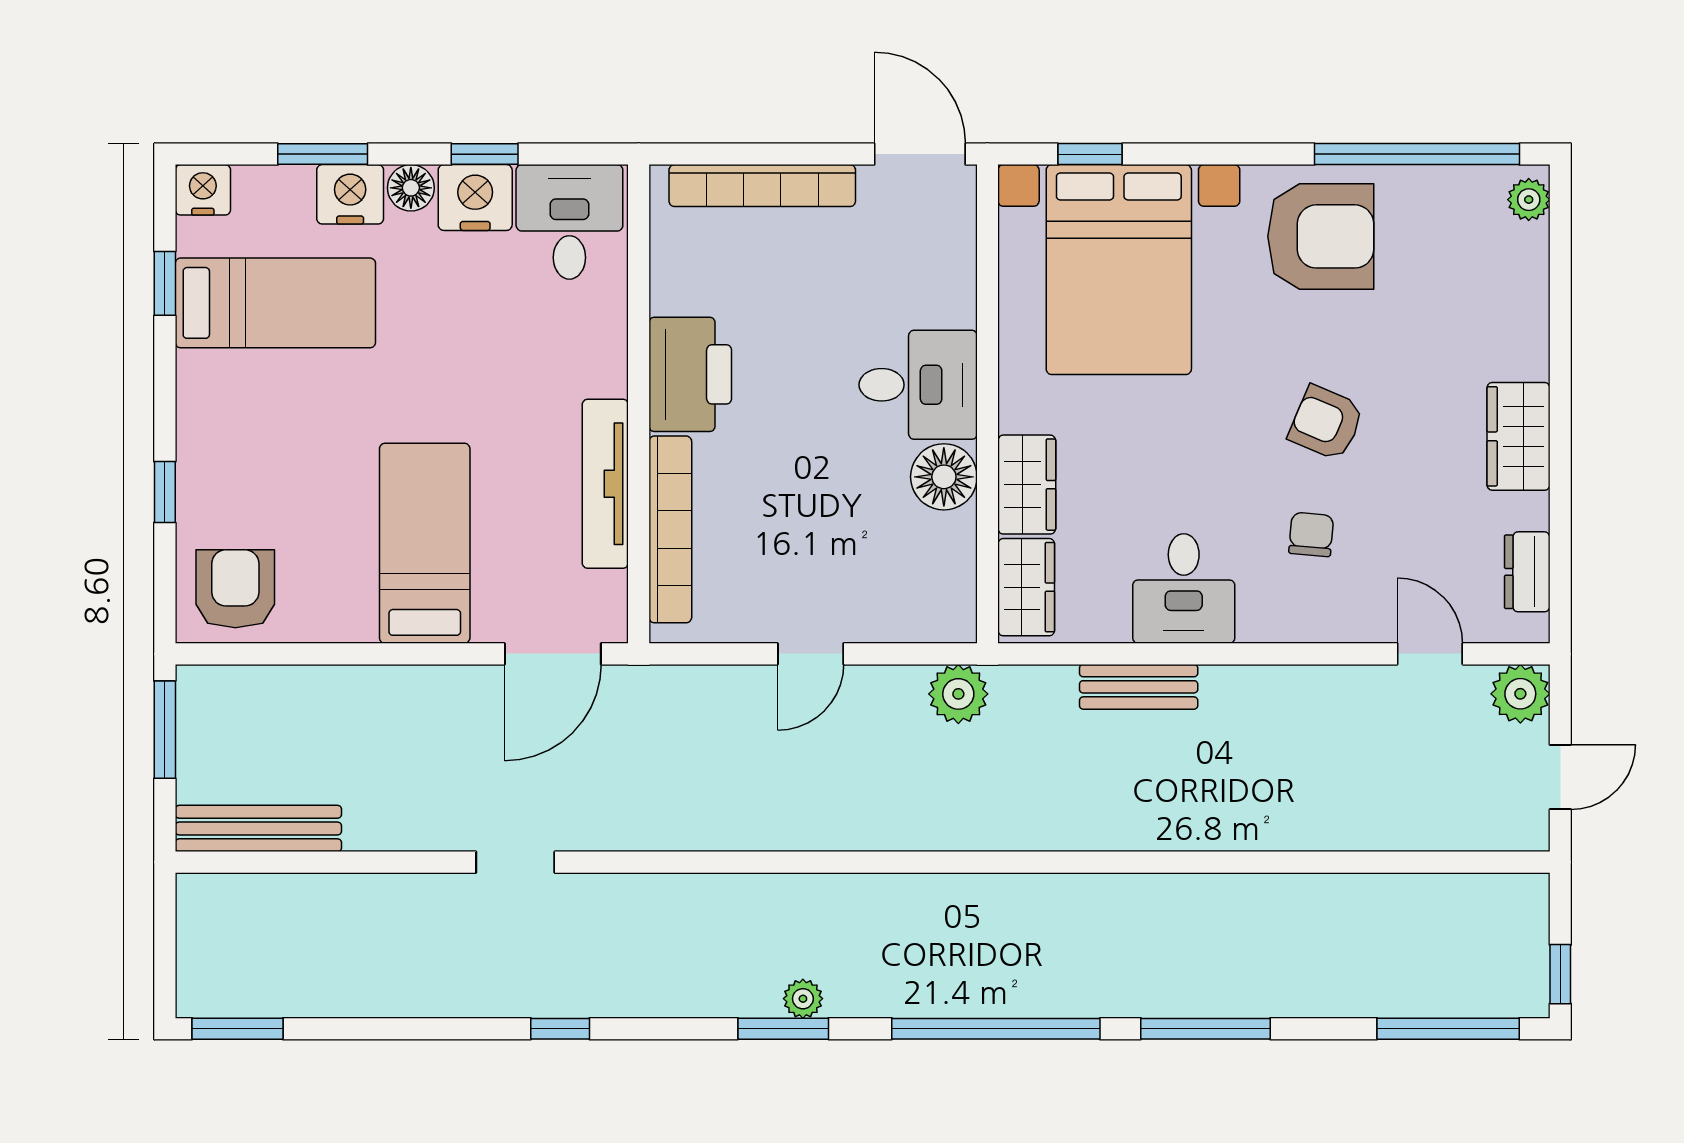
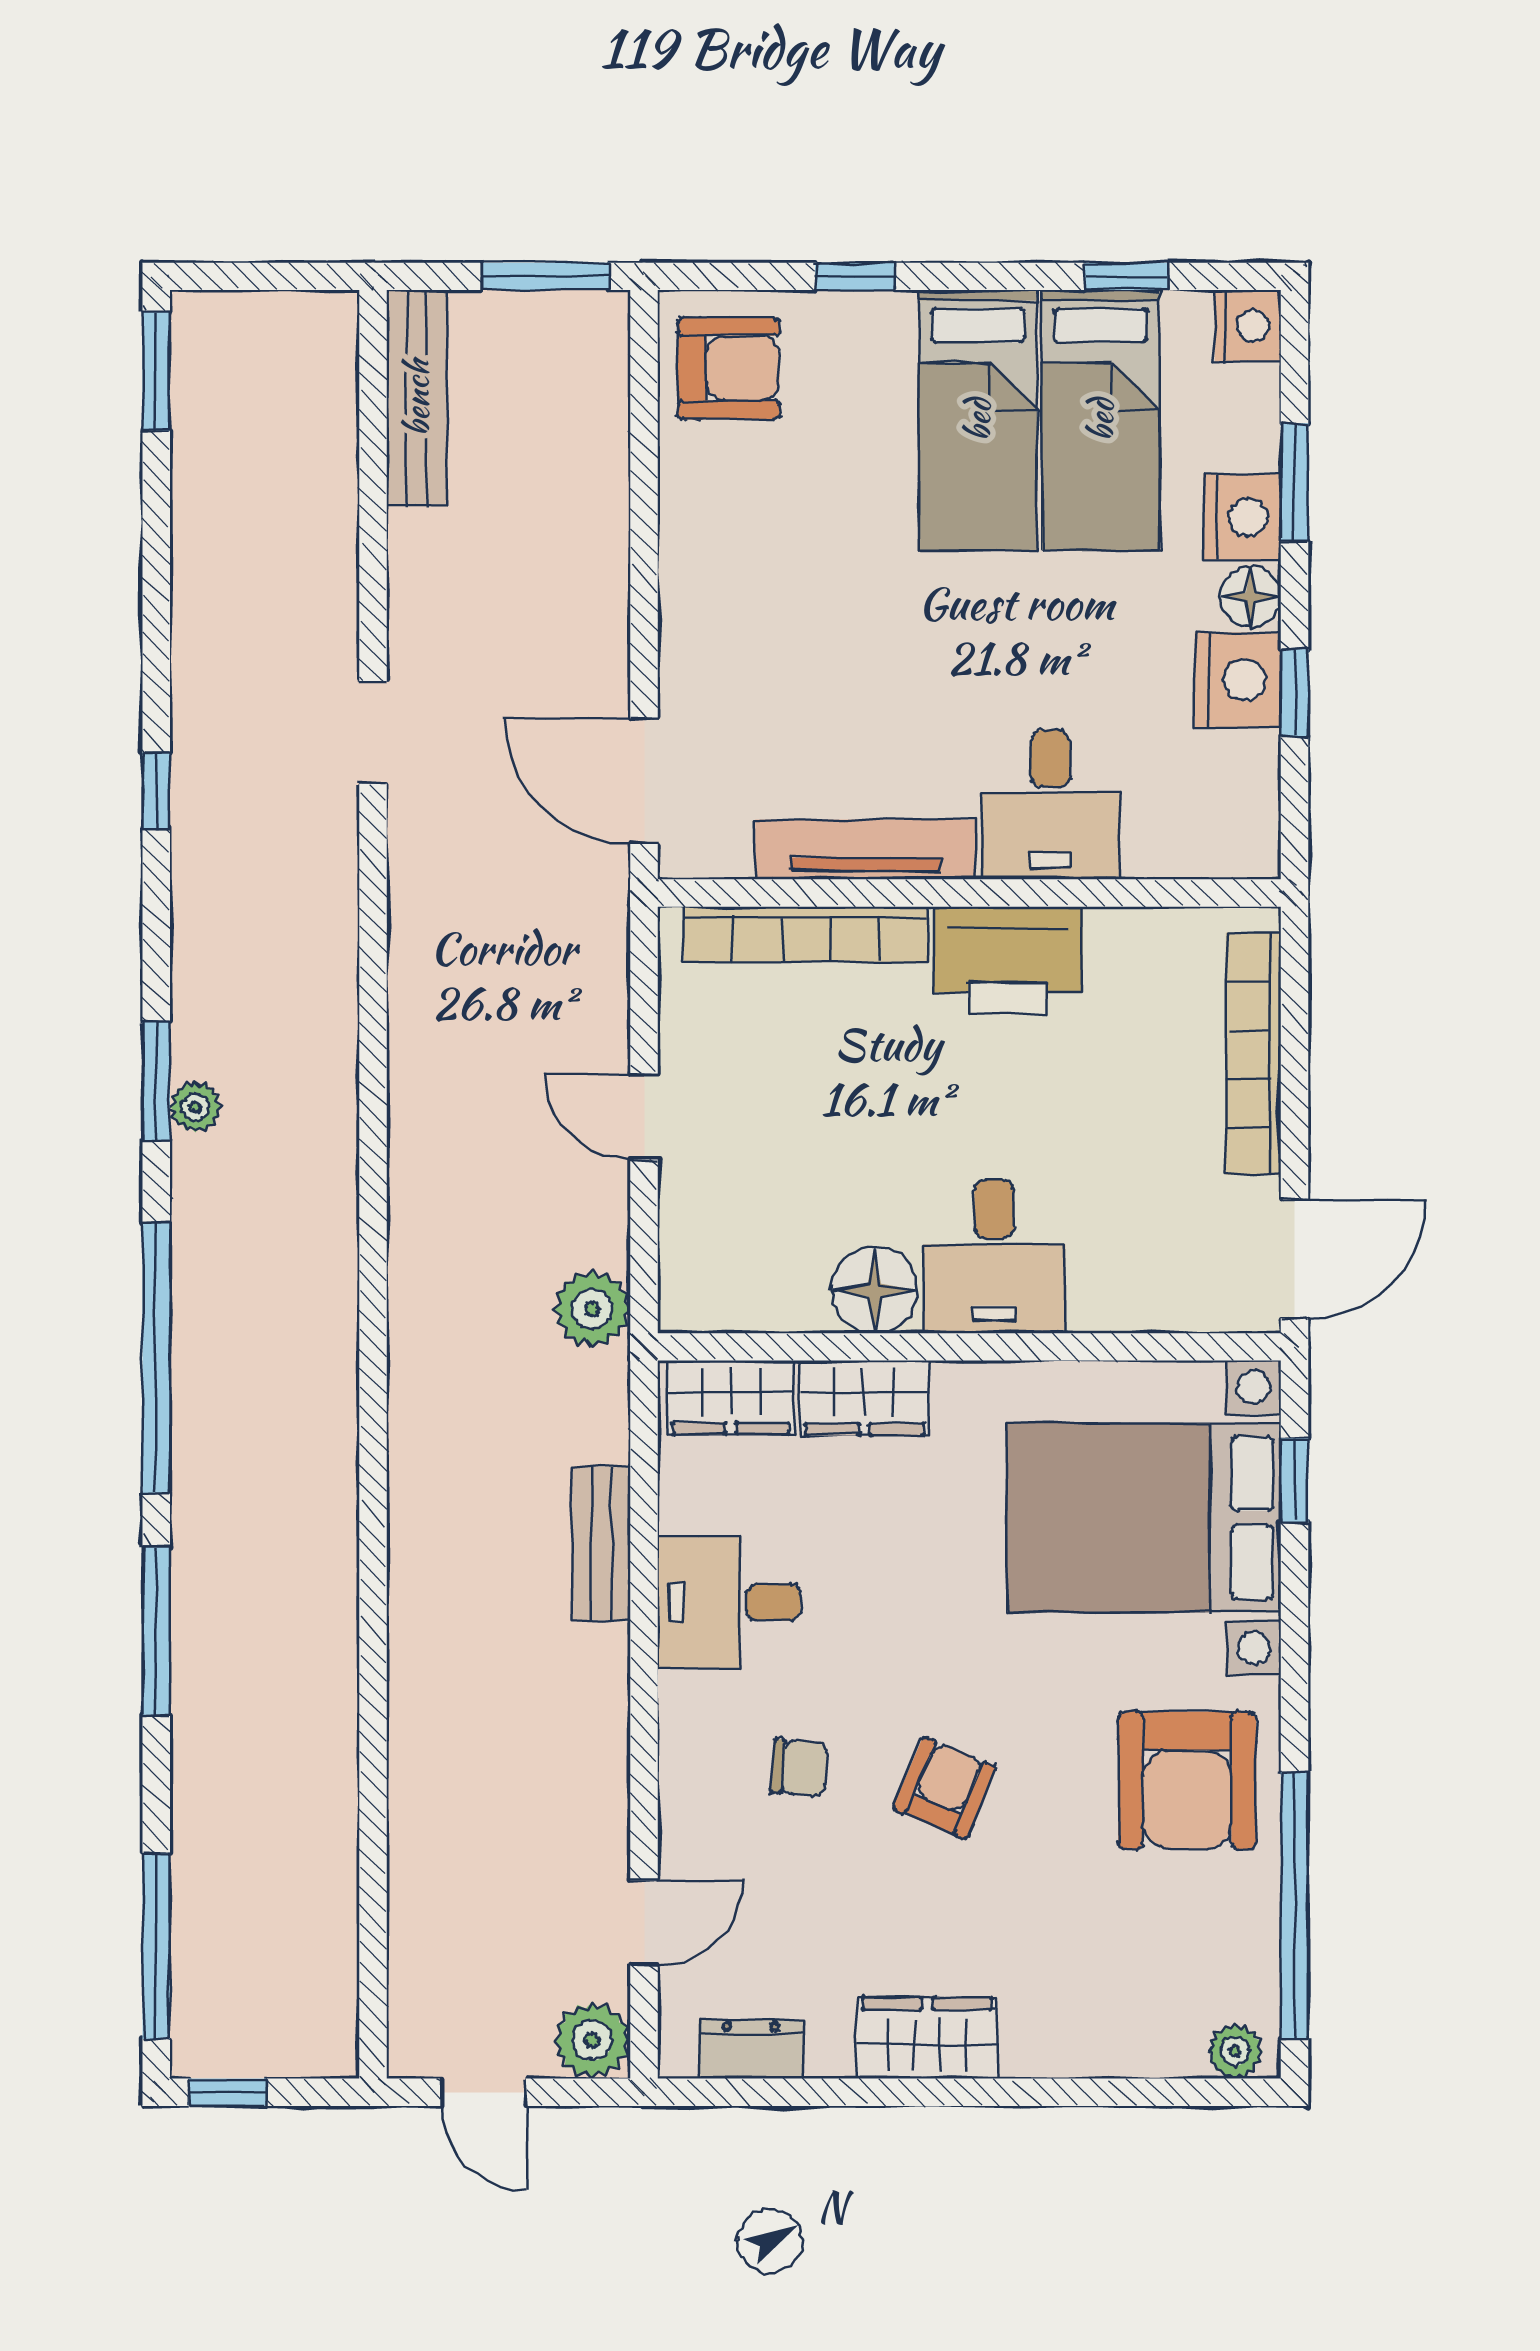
desk: (569, 222) -> (1050, 805), moved, turned 90
bed: (425, 543) -> (978, 420), moved, turned 90

